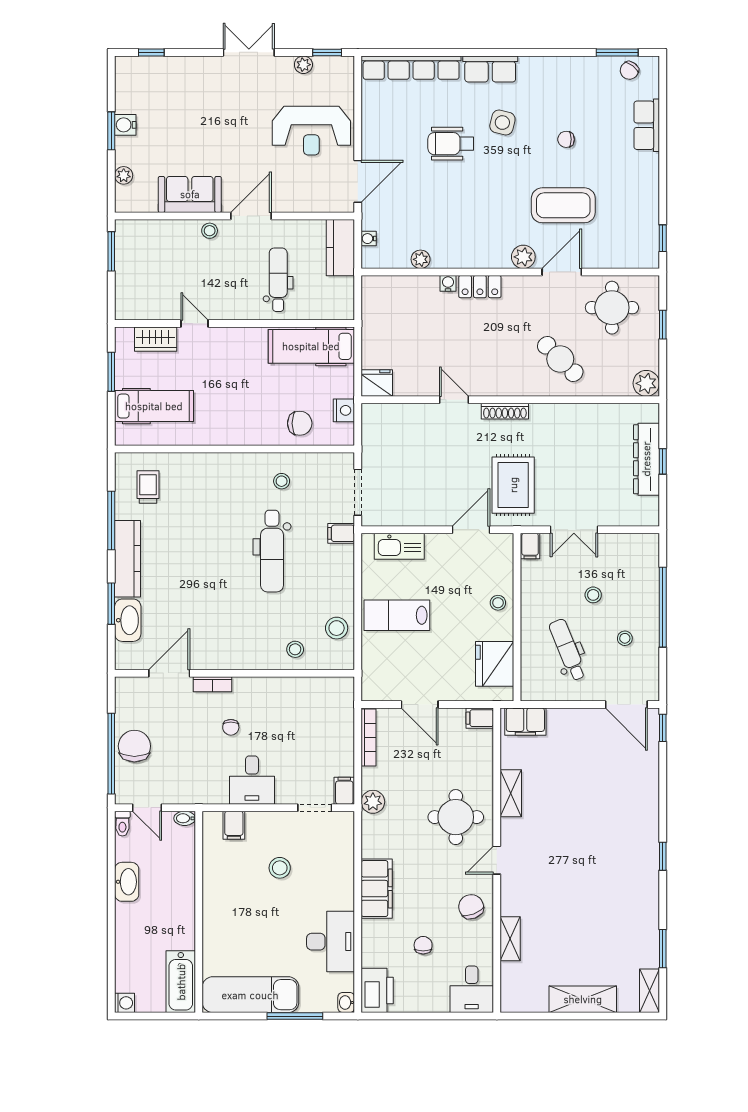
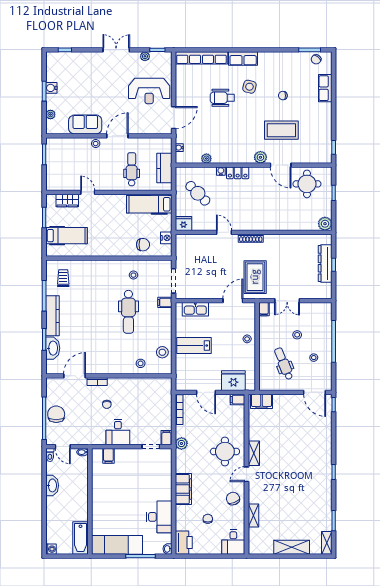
kitchen counter: (340, 248) -> (164, 168), moved
door: (562, 272) -> (281, 165), swing flipped
cafe table: (560, 359) -> (198, 193), moved
fridge: (495, 664) -> (233, 381), moved, turned 90
shelving: (511, 793) -> (254, 453), moved
stool: (280, 868) -> (132, 478), removed

